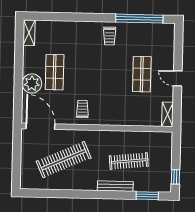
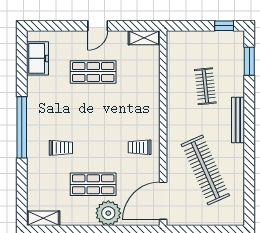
window: (139, 19) -> (22, 127), moved
freezer: (153, 31) -> (37, 58), added
trolley: (110, 36) -> (61, 148), moved
clothes rail: (129, 161) -> (205, 86), width x0.73
bench: (115, 186) -> (238, 120), moved

